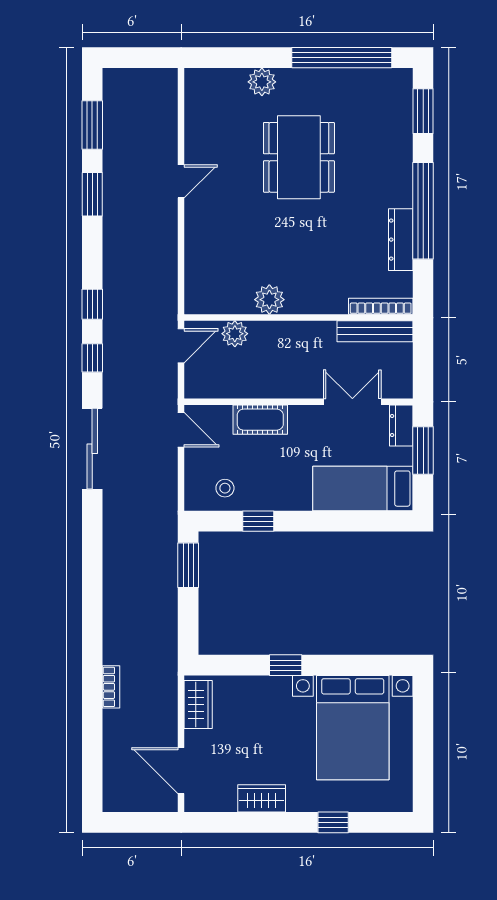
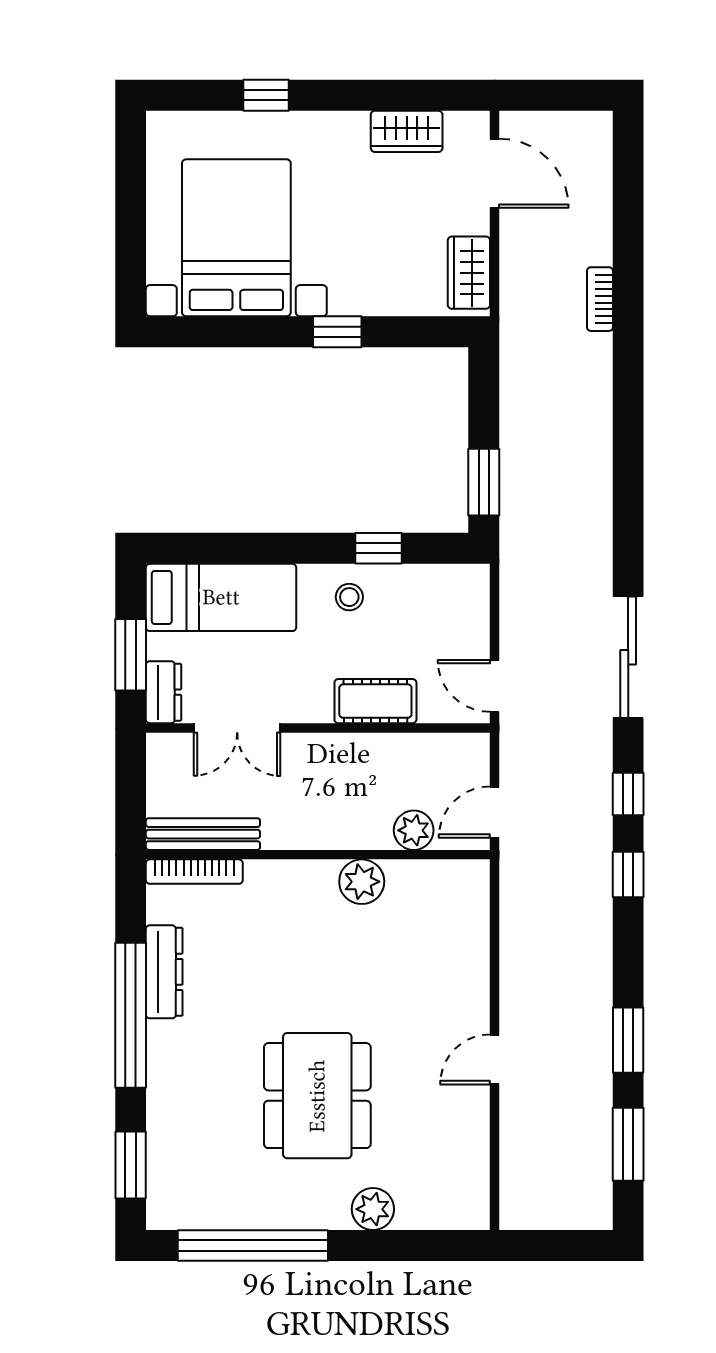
stool: (225, 488) -> (349, 597), moved
wardrobe: (262, 798) -> (407, 131), moved

